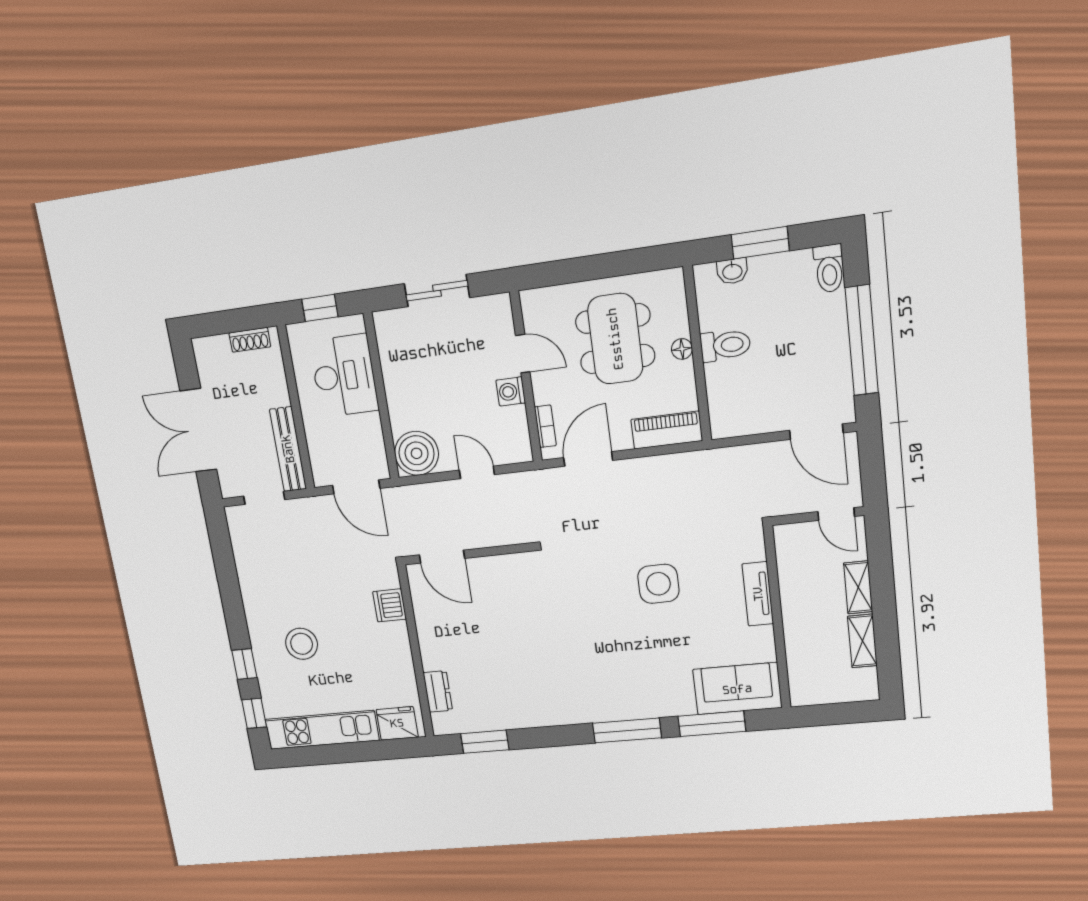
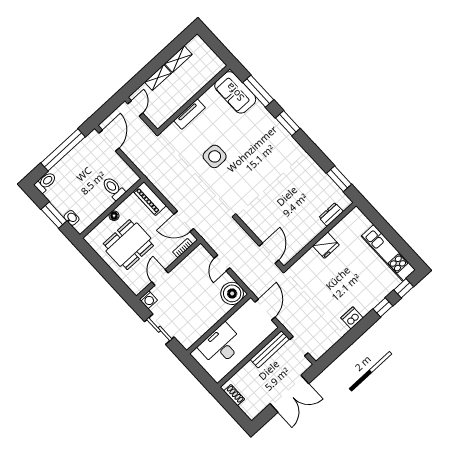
window: (320, 308) -> (200, 373), removed
toilet: (725, 345) -> (113, 188), moved
washing machine: (511, 391) -> (148, 300), moved
dishwasher: (390, 605) -> (352, 318), moved, turned 180
stool: (302, 644) -> (354, 288), removed
fridge: (397, 723) -> (326, 245), moved, turned -90
window: (627, 730) -> (288, 123), width x0.69

